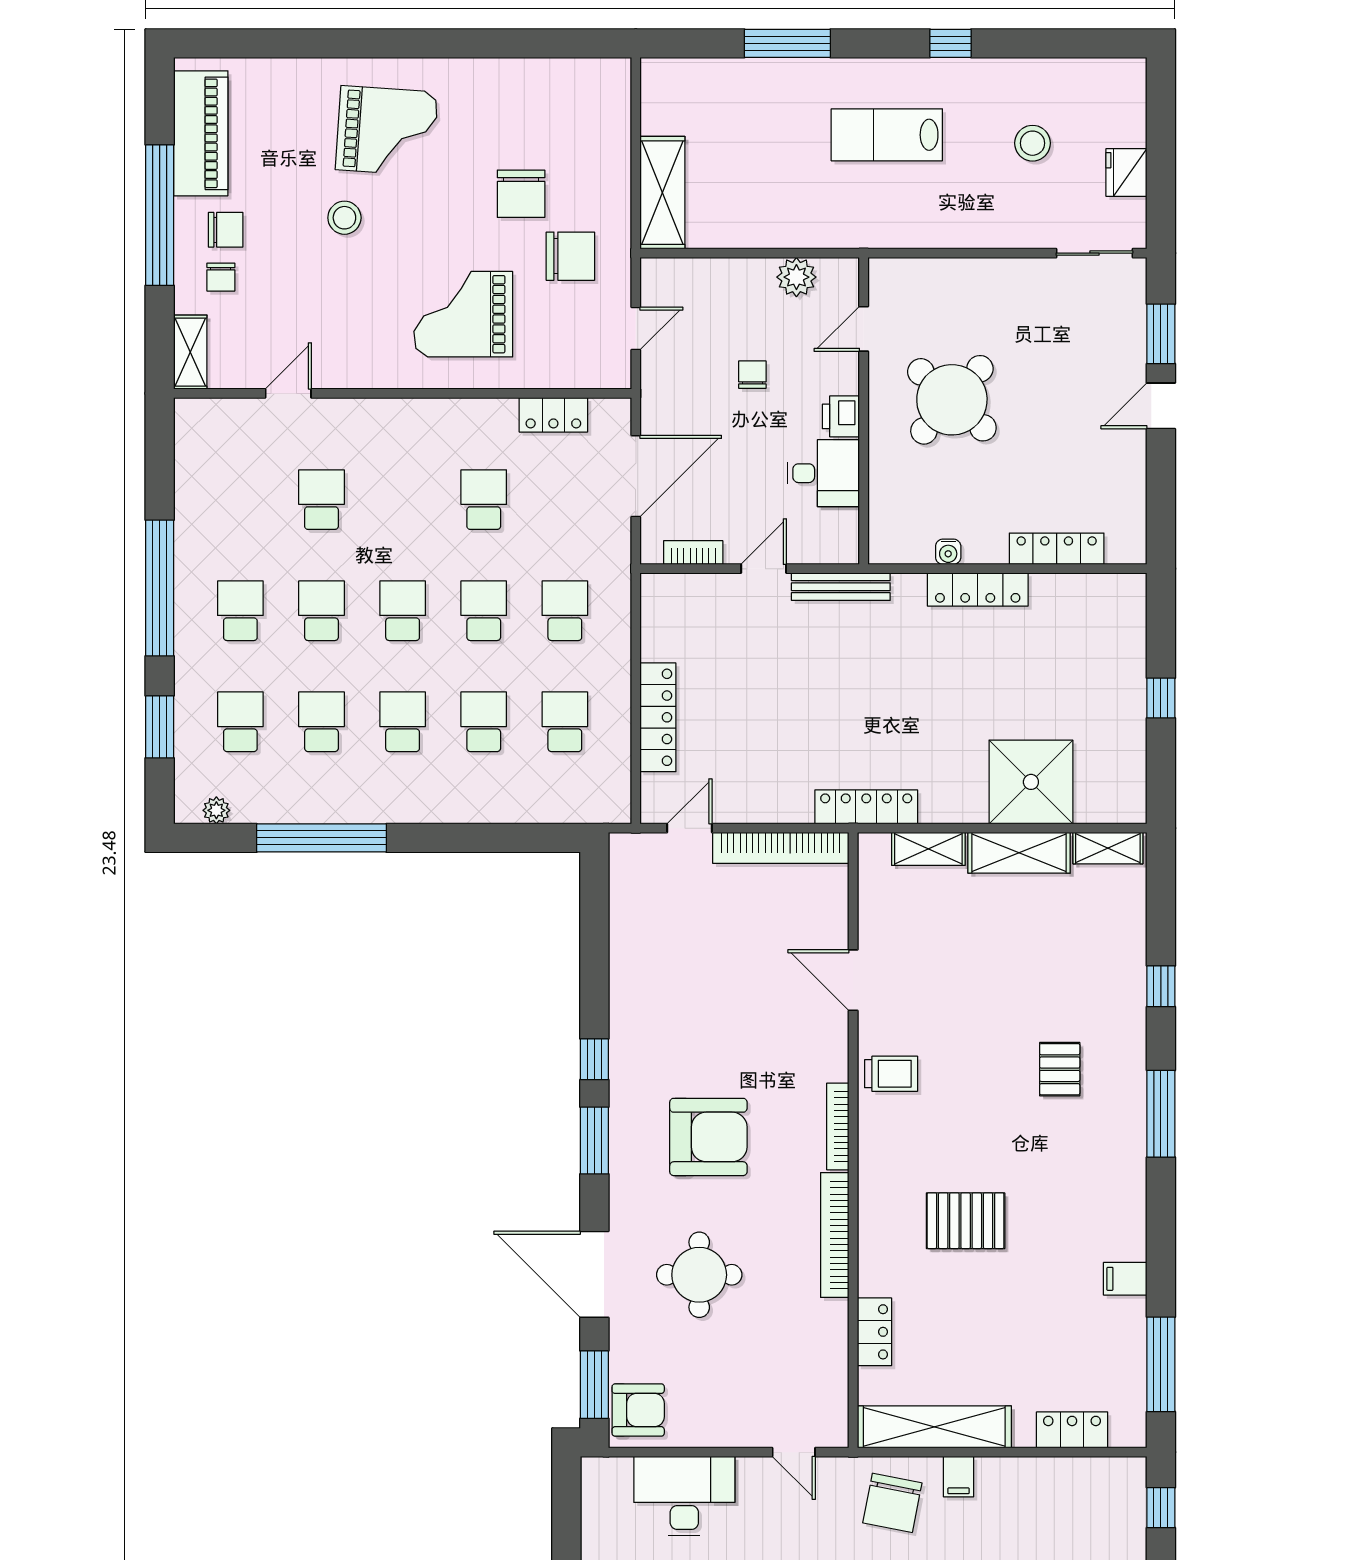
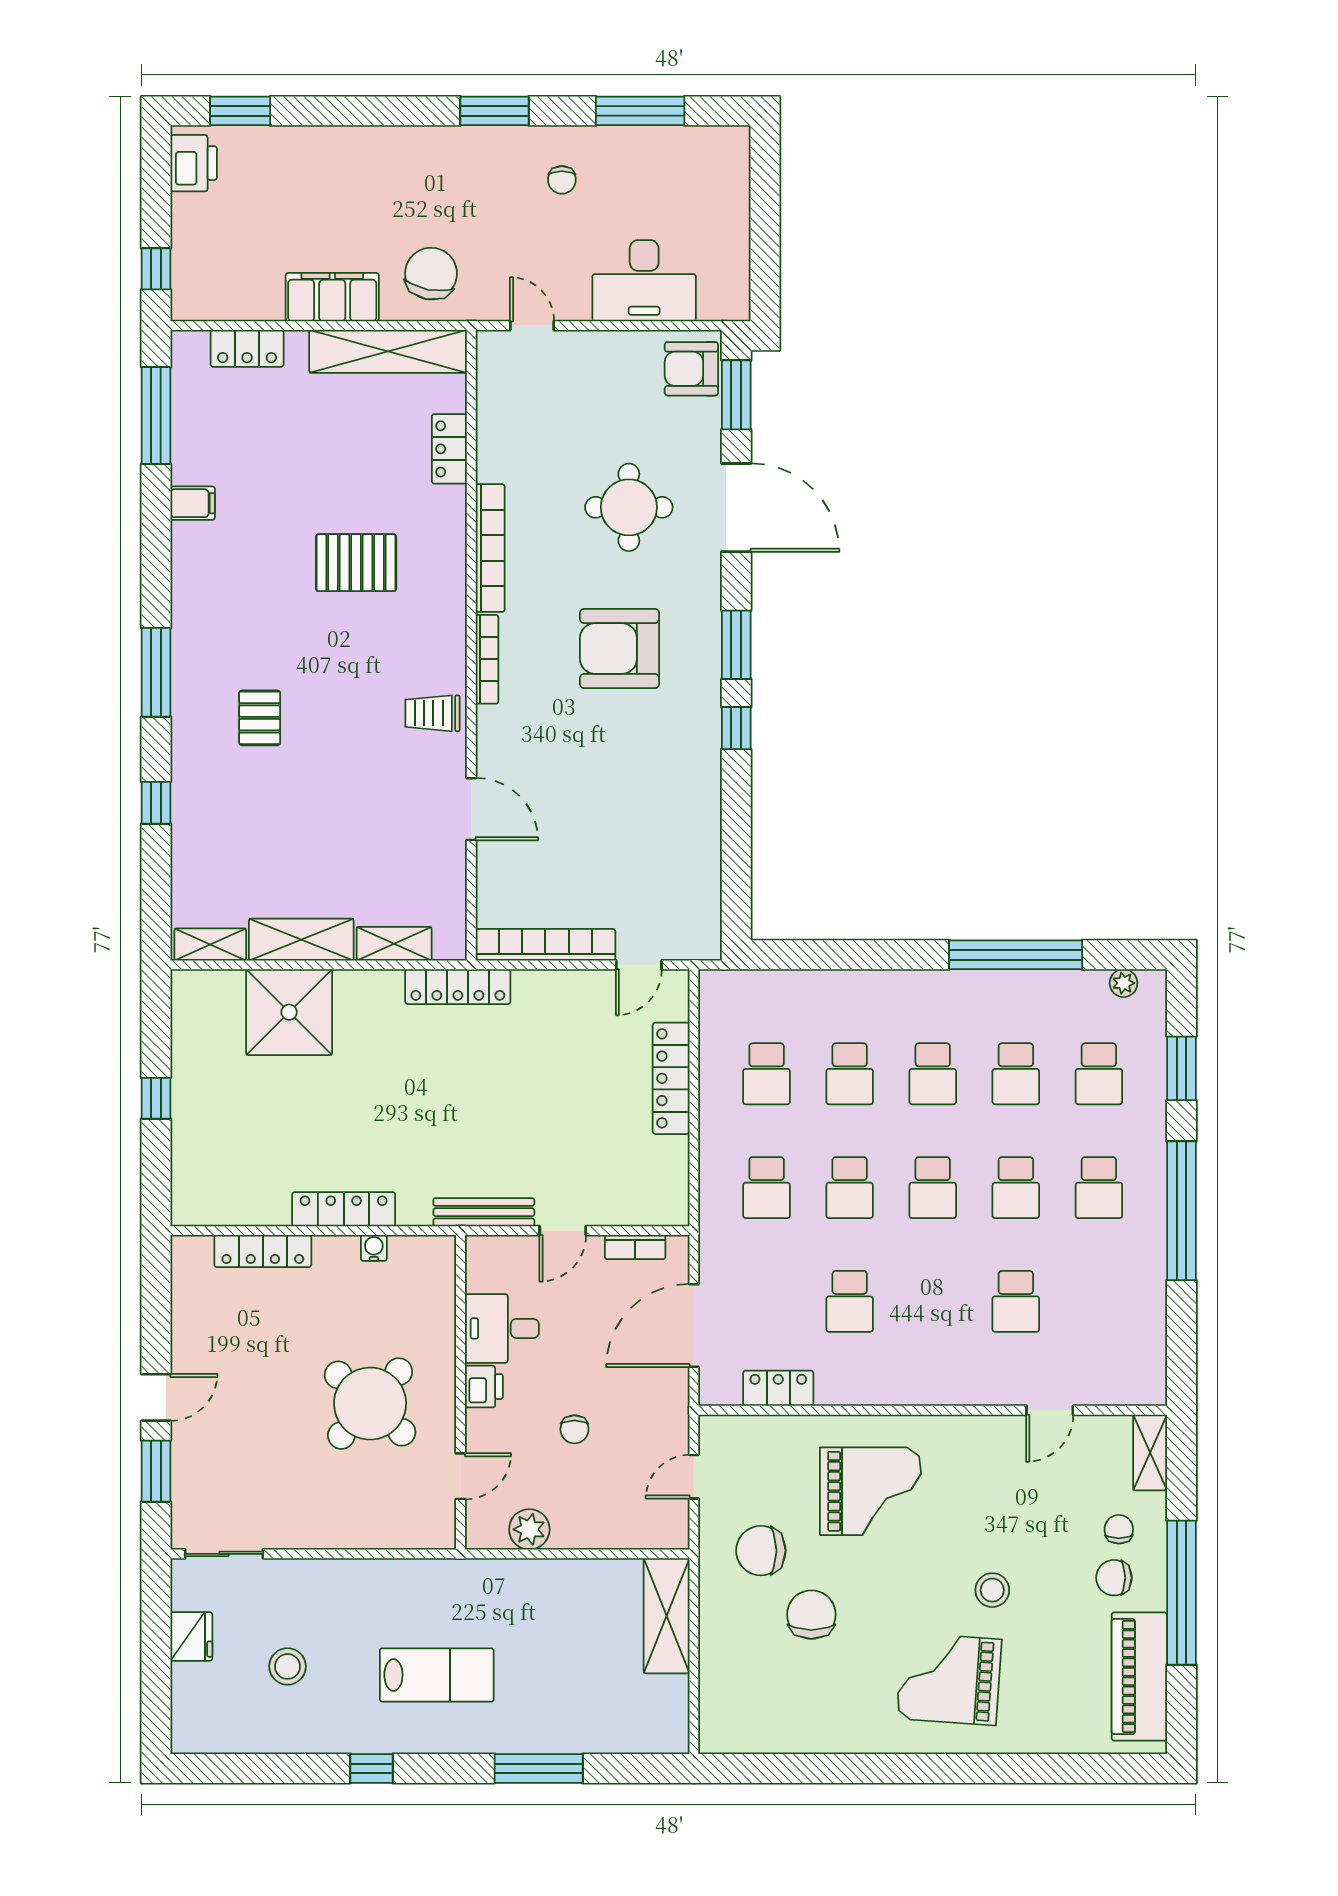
filing cabinet: (958, 1477) -> (332, 297), width x3.00, depth x1.17

